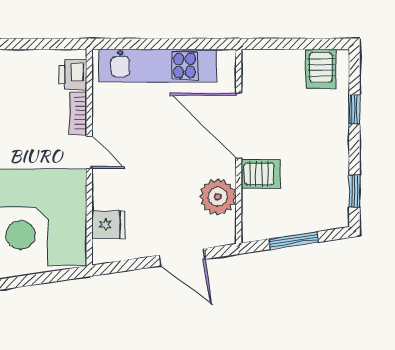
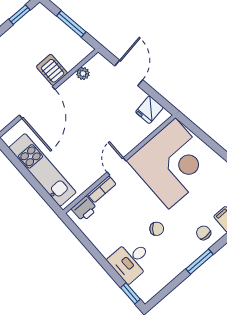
plant: (218, 197) -> (83, 74), width x0.53, depth x0.53
fridge: (108, 225) -> (149, 110), moved, turned -99

